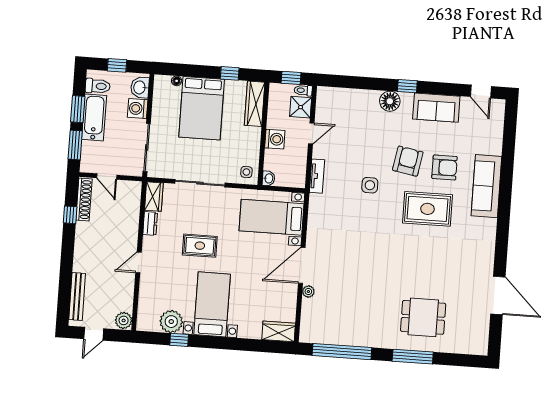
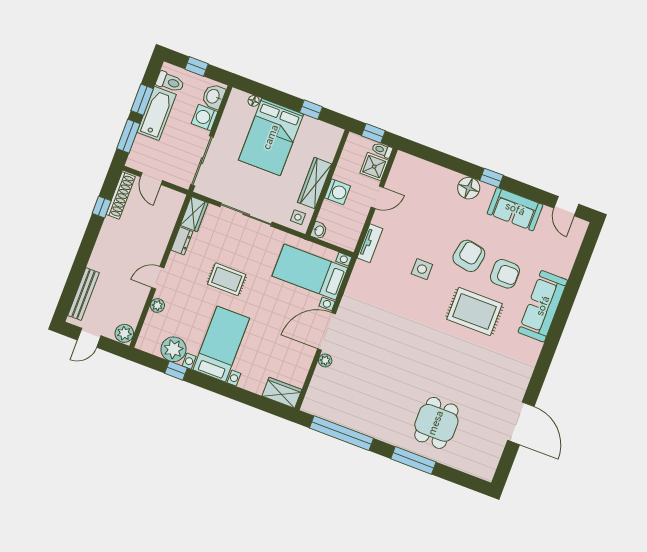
wardrobe: (255, 104) -> (315, 183), moved
plant: (145, 287) -> (157, 306), added
dining table: (423, 317) -> (436, 423), turned 90

